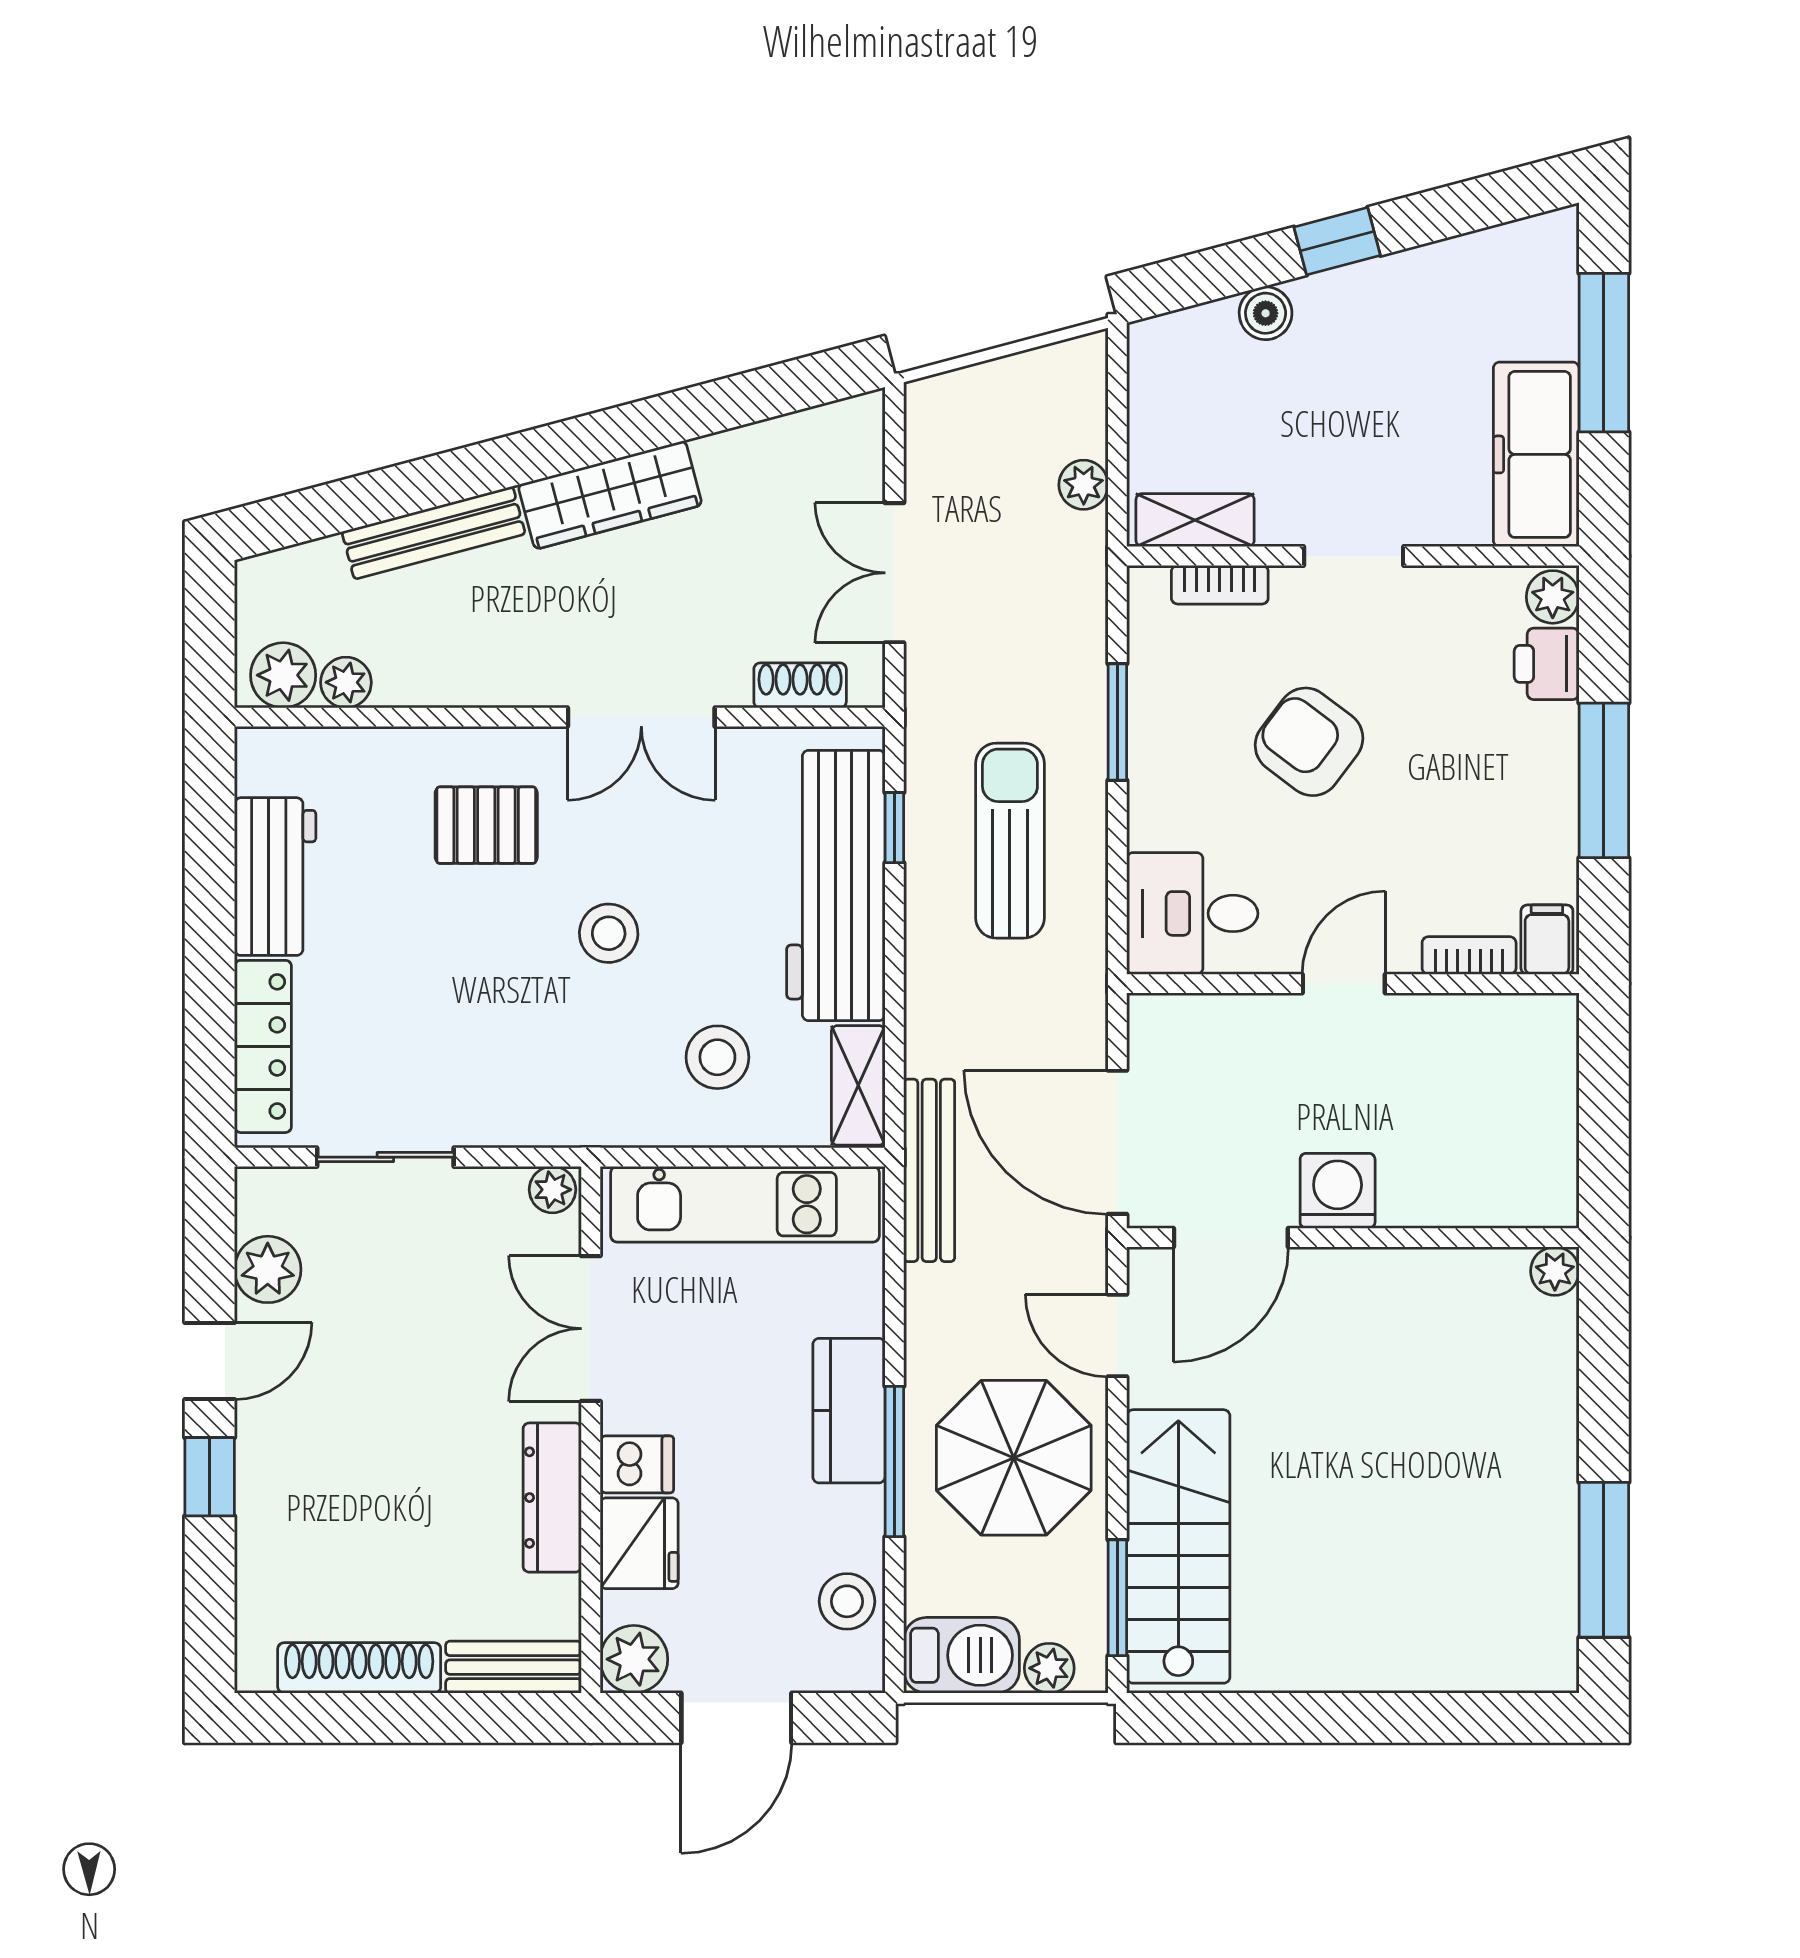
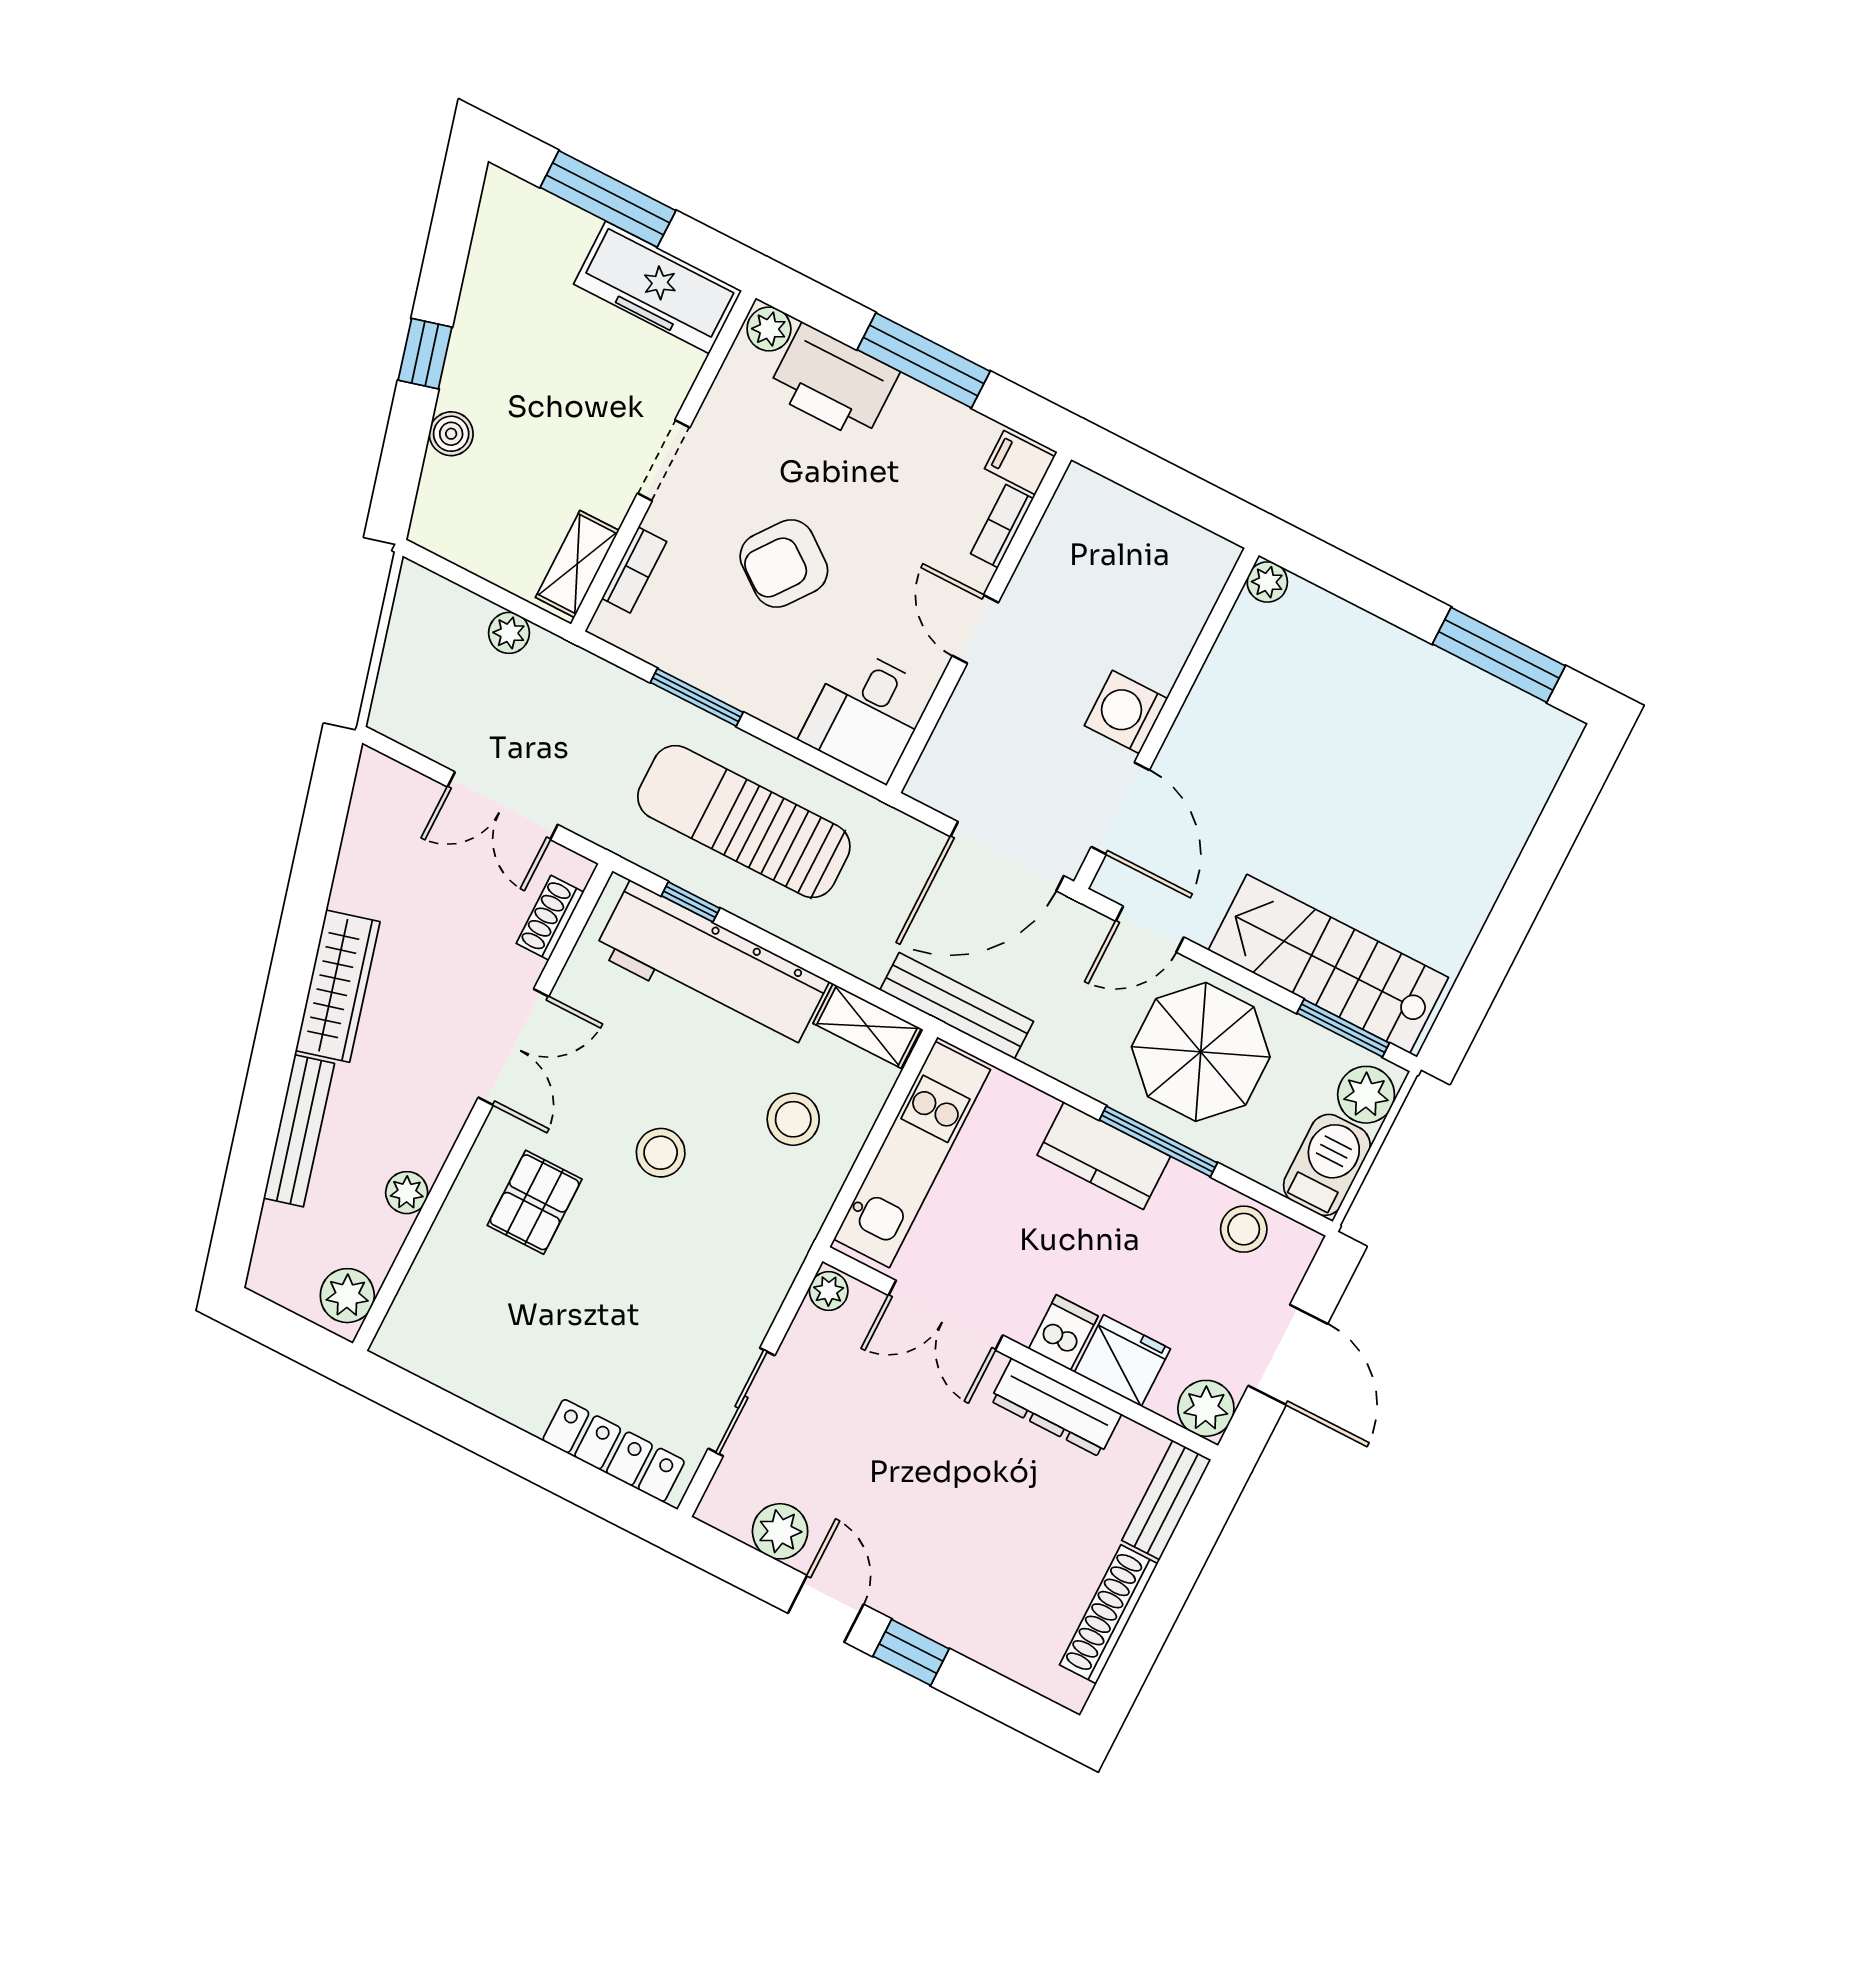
printer: (1547, 664) -> (833, 382), width x1.87, depth x1.48
plant: (346, 682) -> (407, 1193), moved
sun lounger: (1010, 841) -> (744, 822), width x1.36, depth x1.34
workbench: (275, 877) -> (493, 1377), removed
plant: (1049, 1668) -> (1366, 1095), width x1.38, depth x1.38

